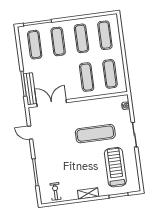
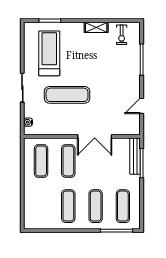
exercise mat: (105, 35) -> (41, 206), removed
double door: (52, 103) -> (95, 136), moved
door: (30, 133) -> (142, 106), swing flipped
treadmill: (115, 167) -> (49, 53), turned 180
shelving: (88, 193) -> (96, 27), moved

